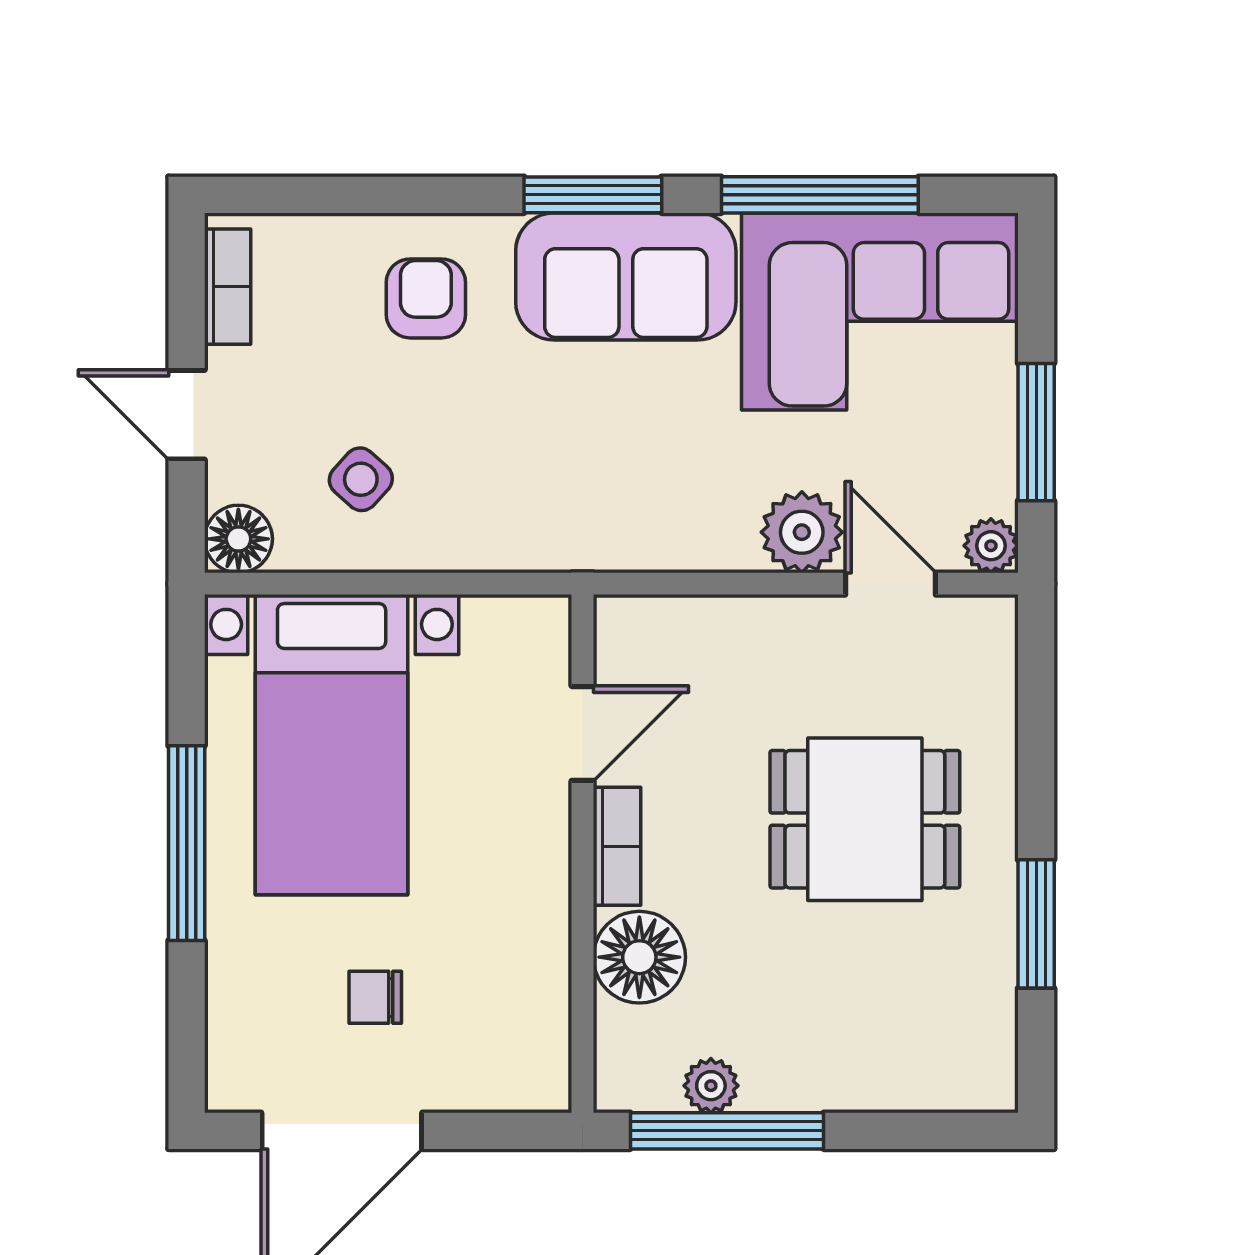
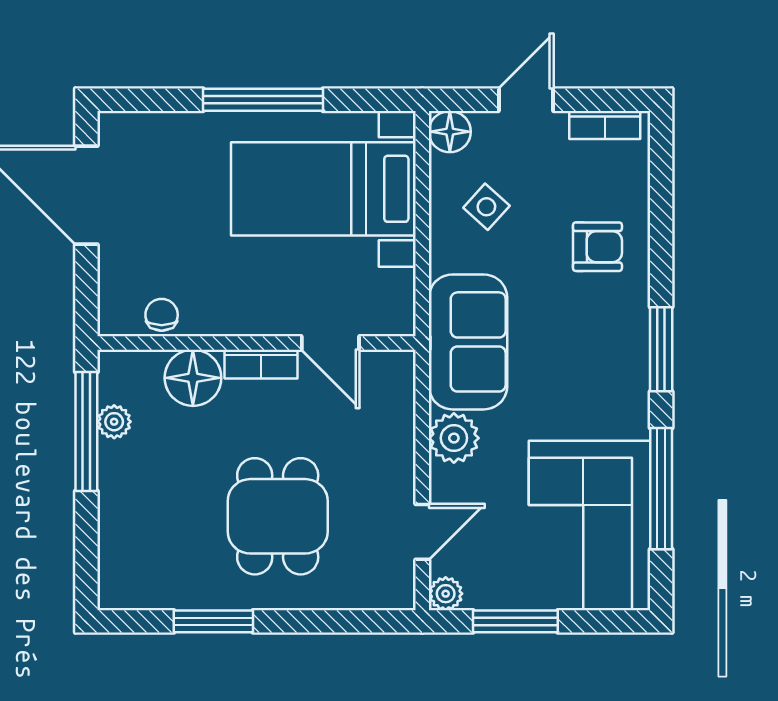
sofa: (626, 277) -> (468, 342), moved, turned 180
plant: (802, 532) -> (454, 438), moved
chair: (375, 997) -> (162, 315), moved

